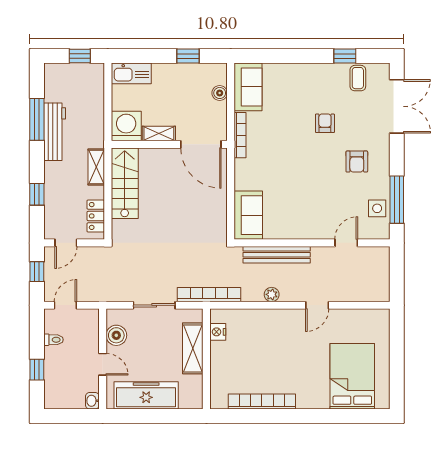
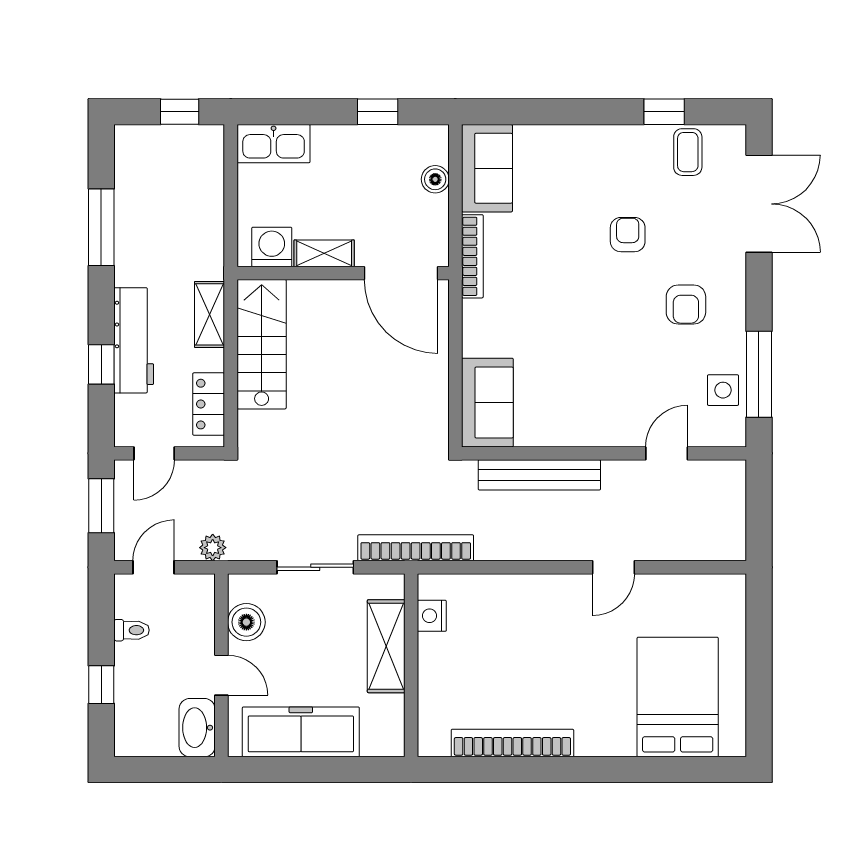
washing machine: (126, 126) -> (272, 247), width x0.73, depth x0.73
workbench: (55, 132) -> (134, 340), moved
window: (37, 272) -> (101, 506), width x1.50
plant: (272, 294) -> (213, 548), moved
washbasin: (92, 401) -> (197, 728), width x1.91, depth x1.45

